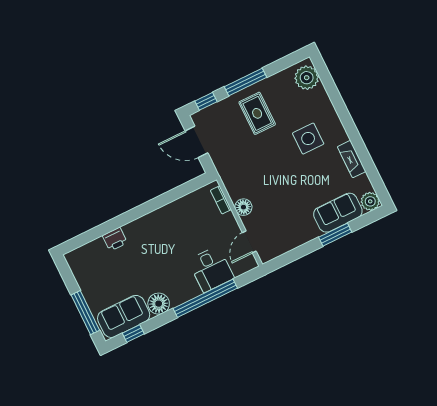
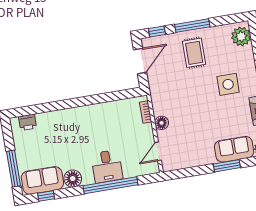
door: (196, 142) -> (140, 61), swing flipped
printer: (115, 239) -> (28, 122), moved
desk: (211, 269) -> (107, 166), moved

